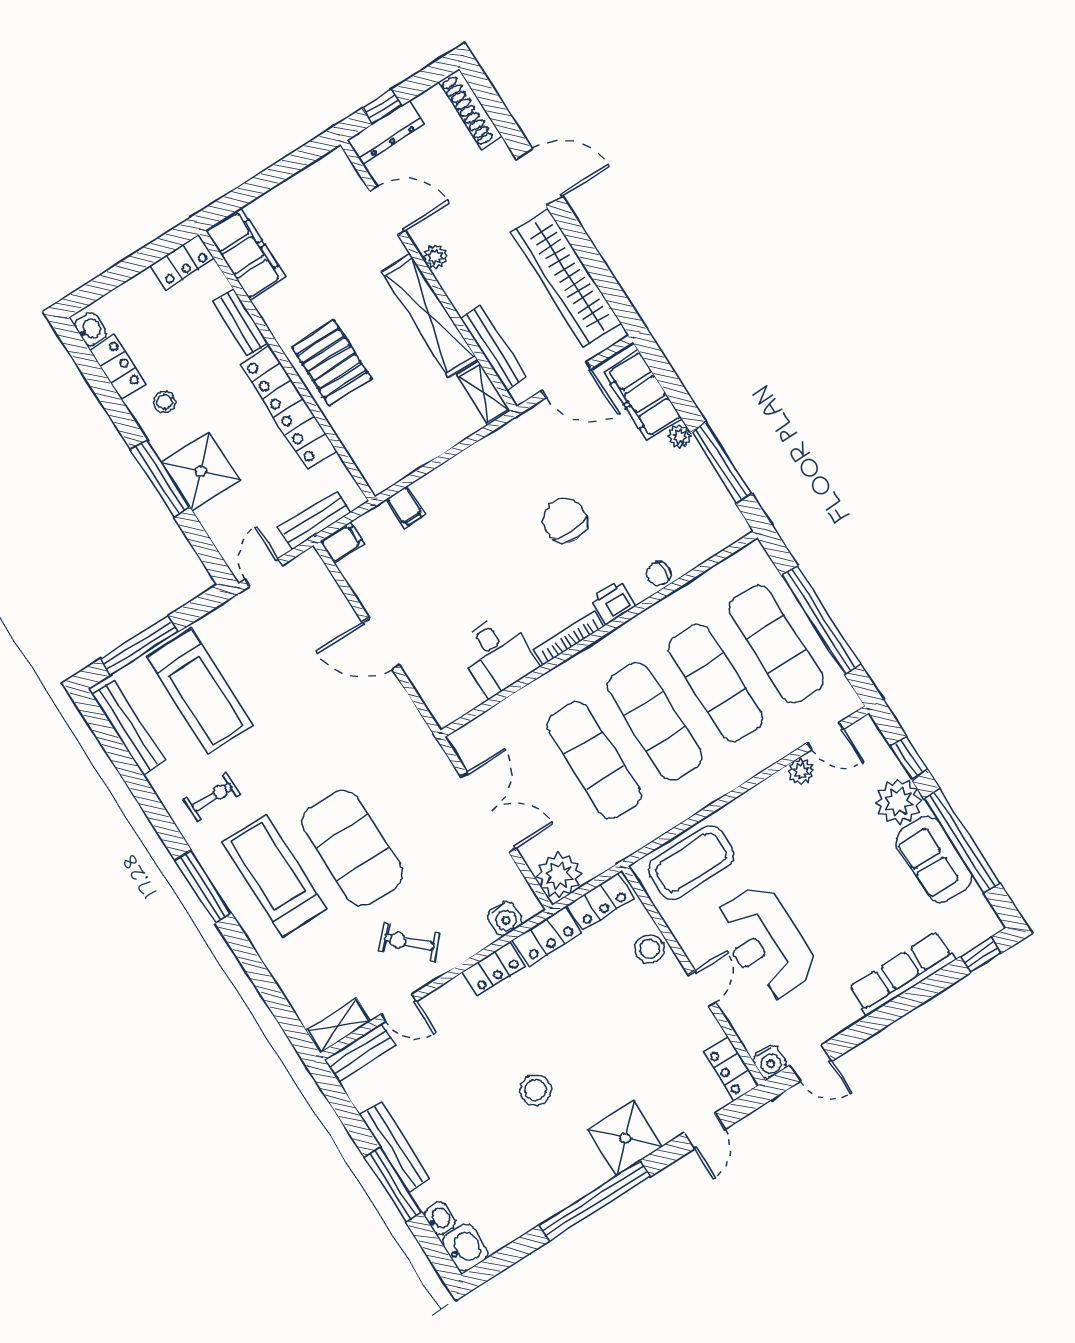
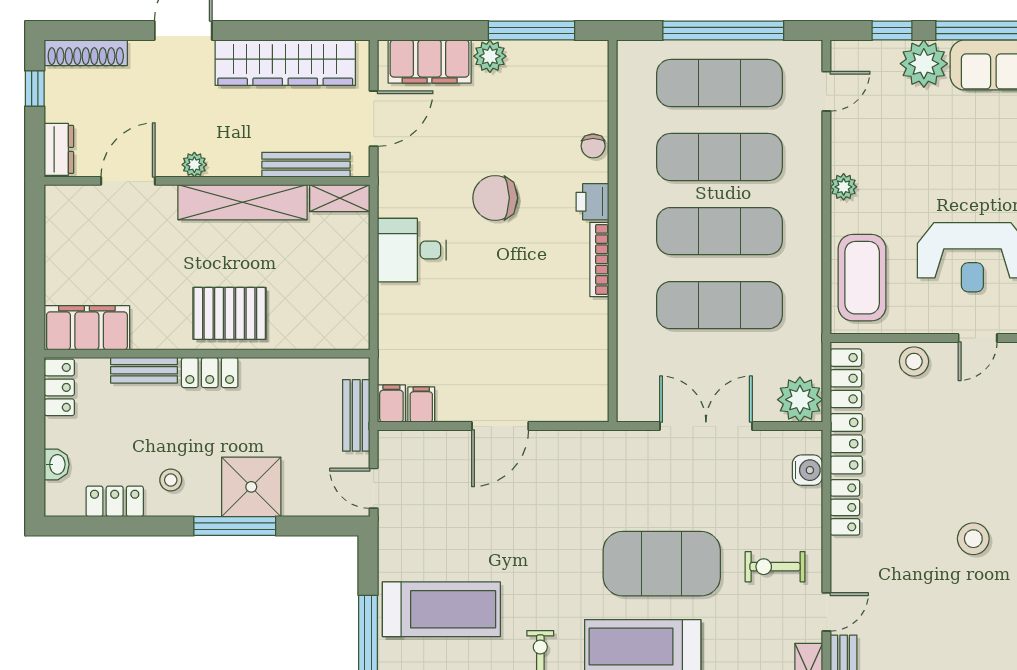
window: (382, 107) -> (35, 88), moved
dresser: (386, 132) -> (59, 149), width x0.70
washbasin: (90, 329) -> (57, 464), moved, turned 90
locker: (288, 408) -> (210, 373), width x0.46, depth x0.83
plant: (680, 436) -> (490, 56), width x1.38, depth x1.38
filing cabinet: (405, 507) -> (421, 405), moved, turned -90
desk: (497, 655) -> (412, 250), moved, turned 180
plant: (801, 771) -> (844, 187), moved
exercise bike: (409, 942) -> (775, 567), turned 47
door: (702, 989) -> (978, 338), swing flipped

